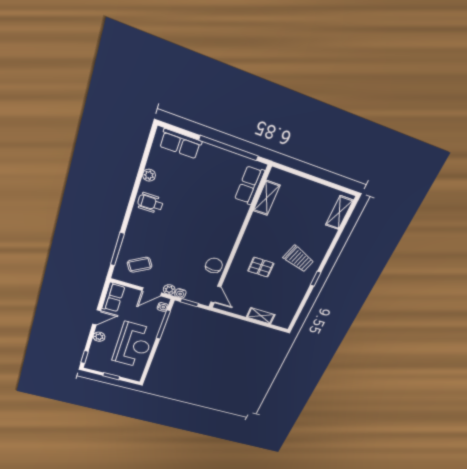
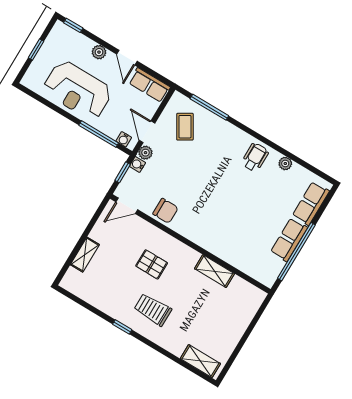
row of seats: (250, 185) -> (289, 240), moved, turned -90
shelving: (267, 198) -> (214, 271), moved
trolley: (299, 259) -> (153, 310), turned 71
pallet: (261, 267) -> (152, 264), turned 90

